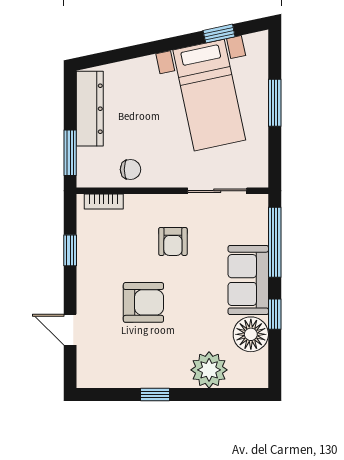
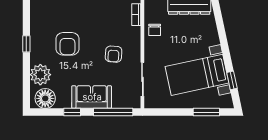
window: (275, 103) -> (206, 112), moved
armchair: (173, 241) -> (114, 54), turned -86
armchair: (143, 302) -> (68, 44), moved
floor lamp: (251, 334) -> (45, 98), moved

